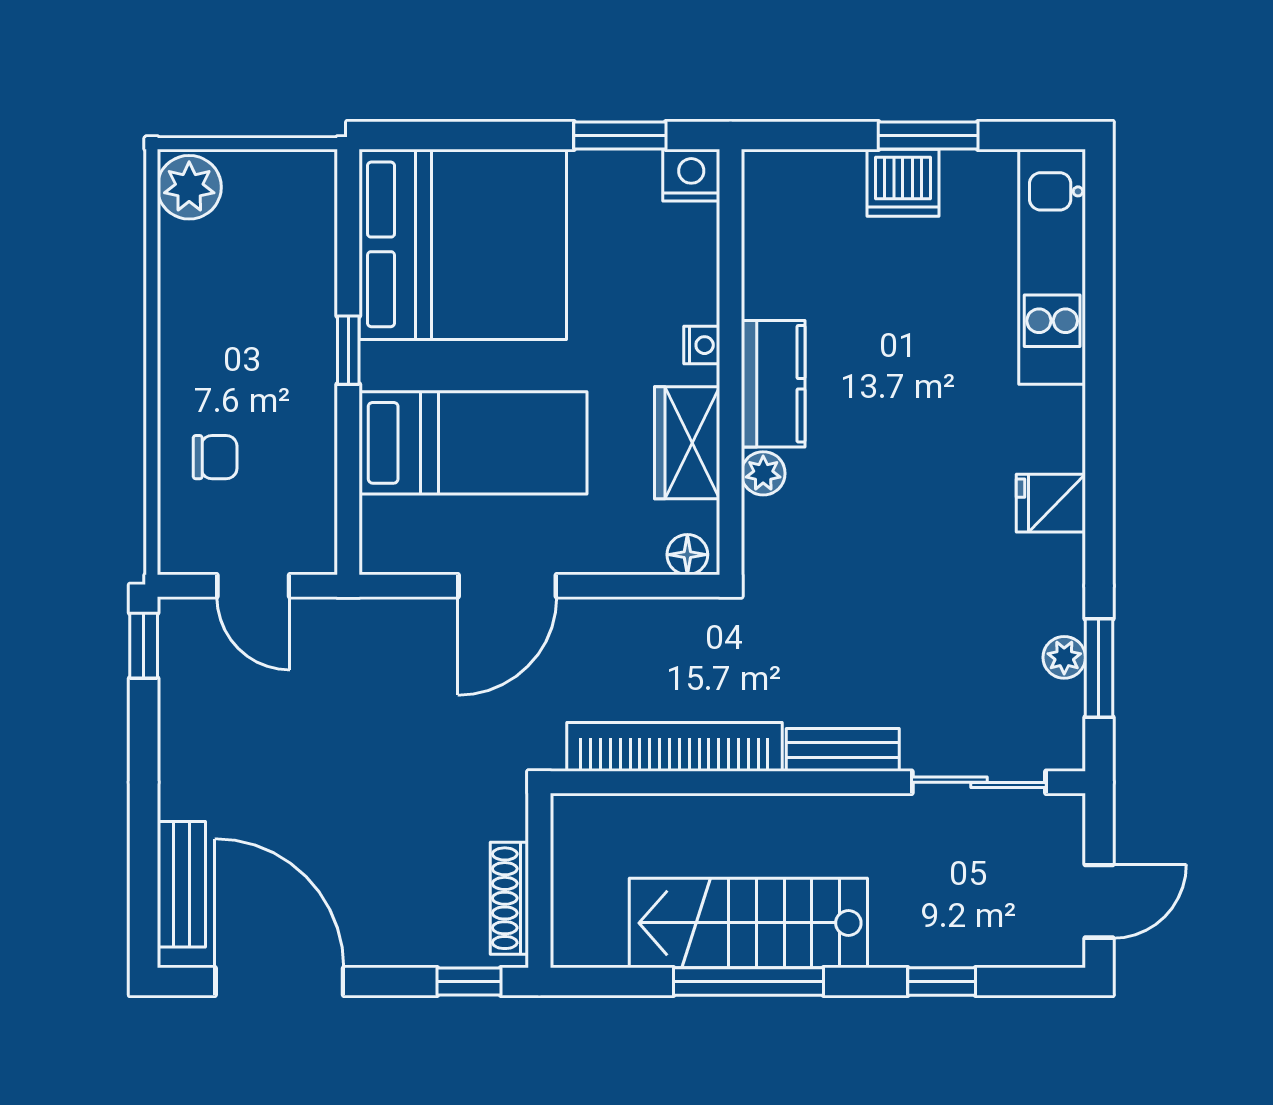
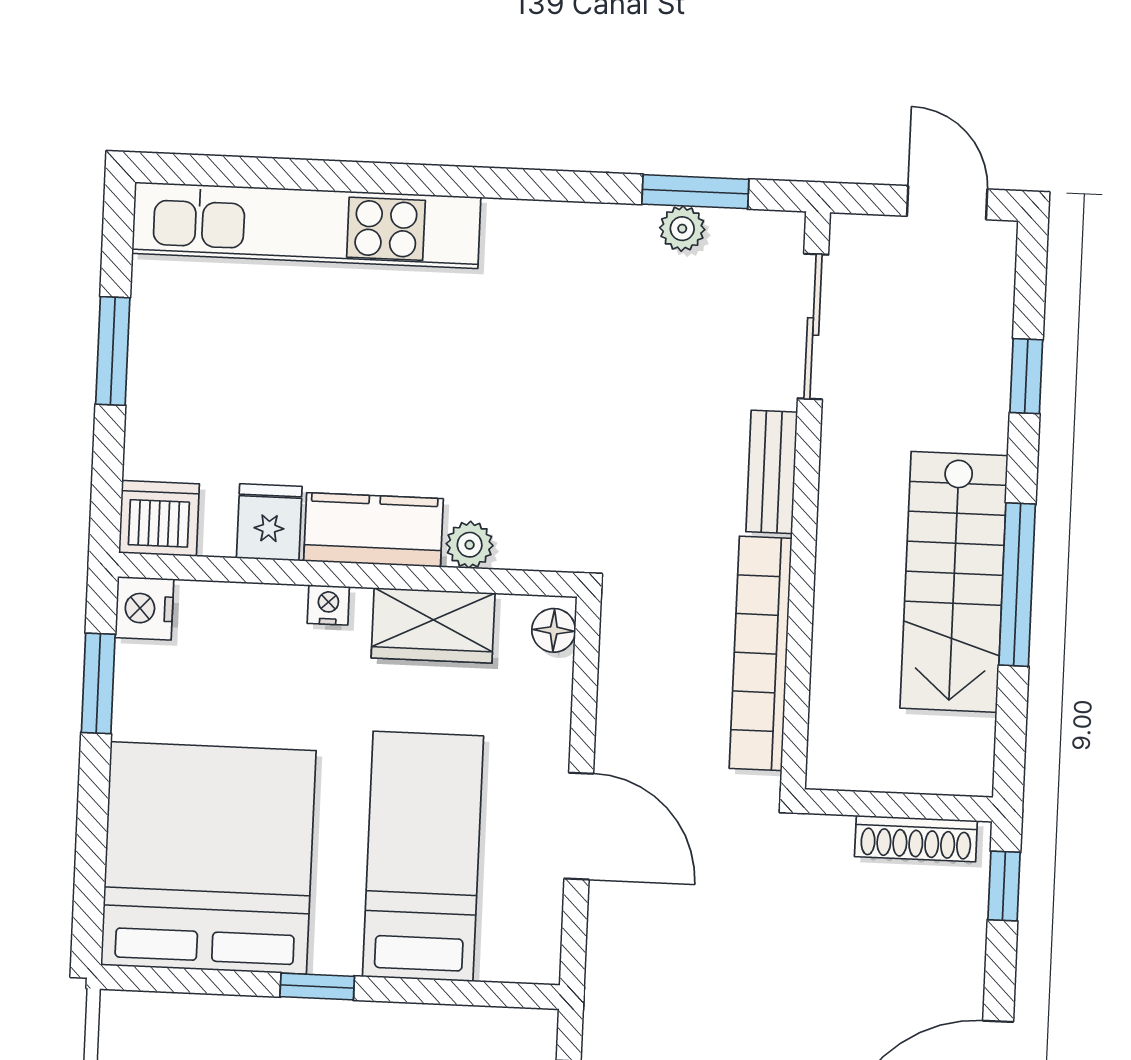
dishwasher: (903, 183) -> (159, 518), moved, turned -90
kitchen unit: (1052, 267) -> (306, 225), width x1.36
fridge: (1051, 503) -> (269, 522), moved, turned 180

